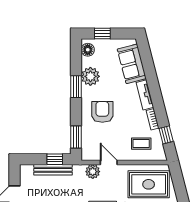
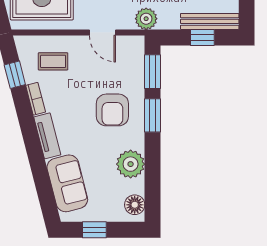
window: (102, 33) -> (94, 230), moved
window: (76, 87) -> (152, 115), moved
window: (55, 159) -> (202, 37), moved
bench: (53, 170) -> (210, 21), moved
plant: (93, 172) -> (146, 19), moved

